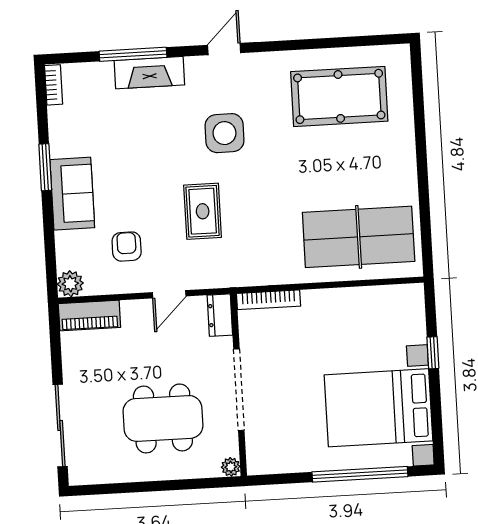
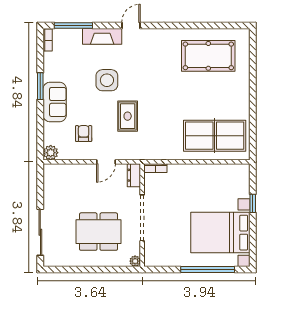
door: (224, 49) -> (131, 25), moved
window: (133, 54) -> (73, 25), moved
side table: (225, 133) -> (107, 80), moved
bookcase: (269, 300) -> (155, 168), width x0.64
piano: (89, 316) -> (60, 171), removed

